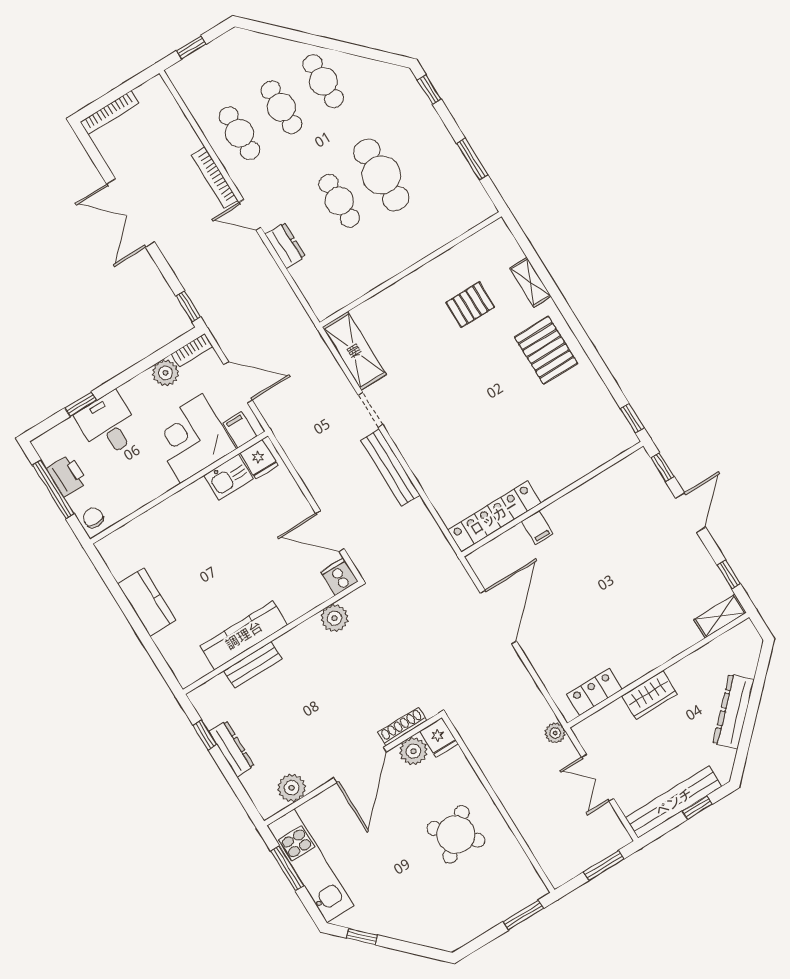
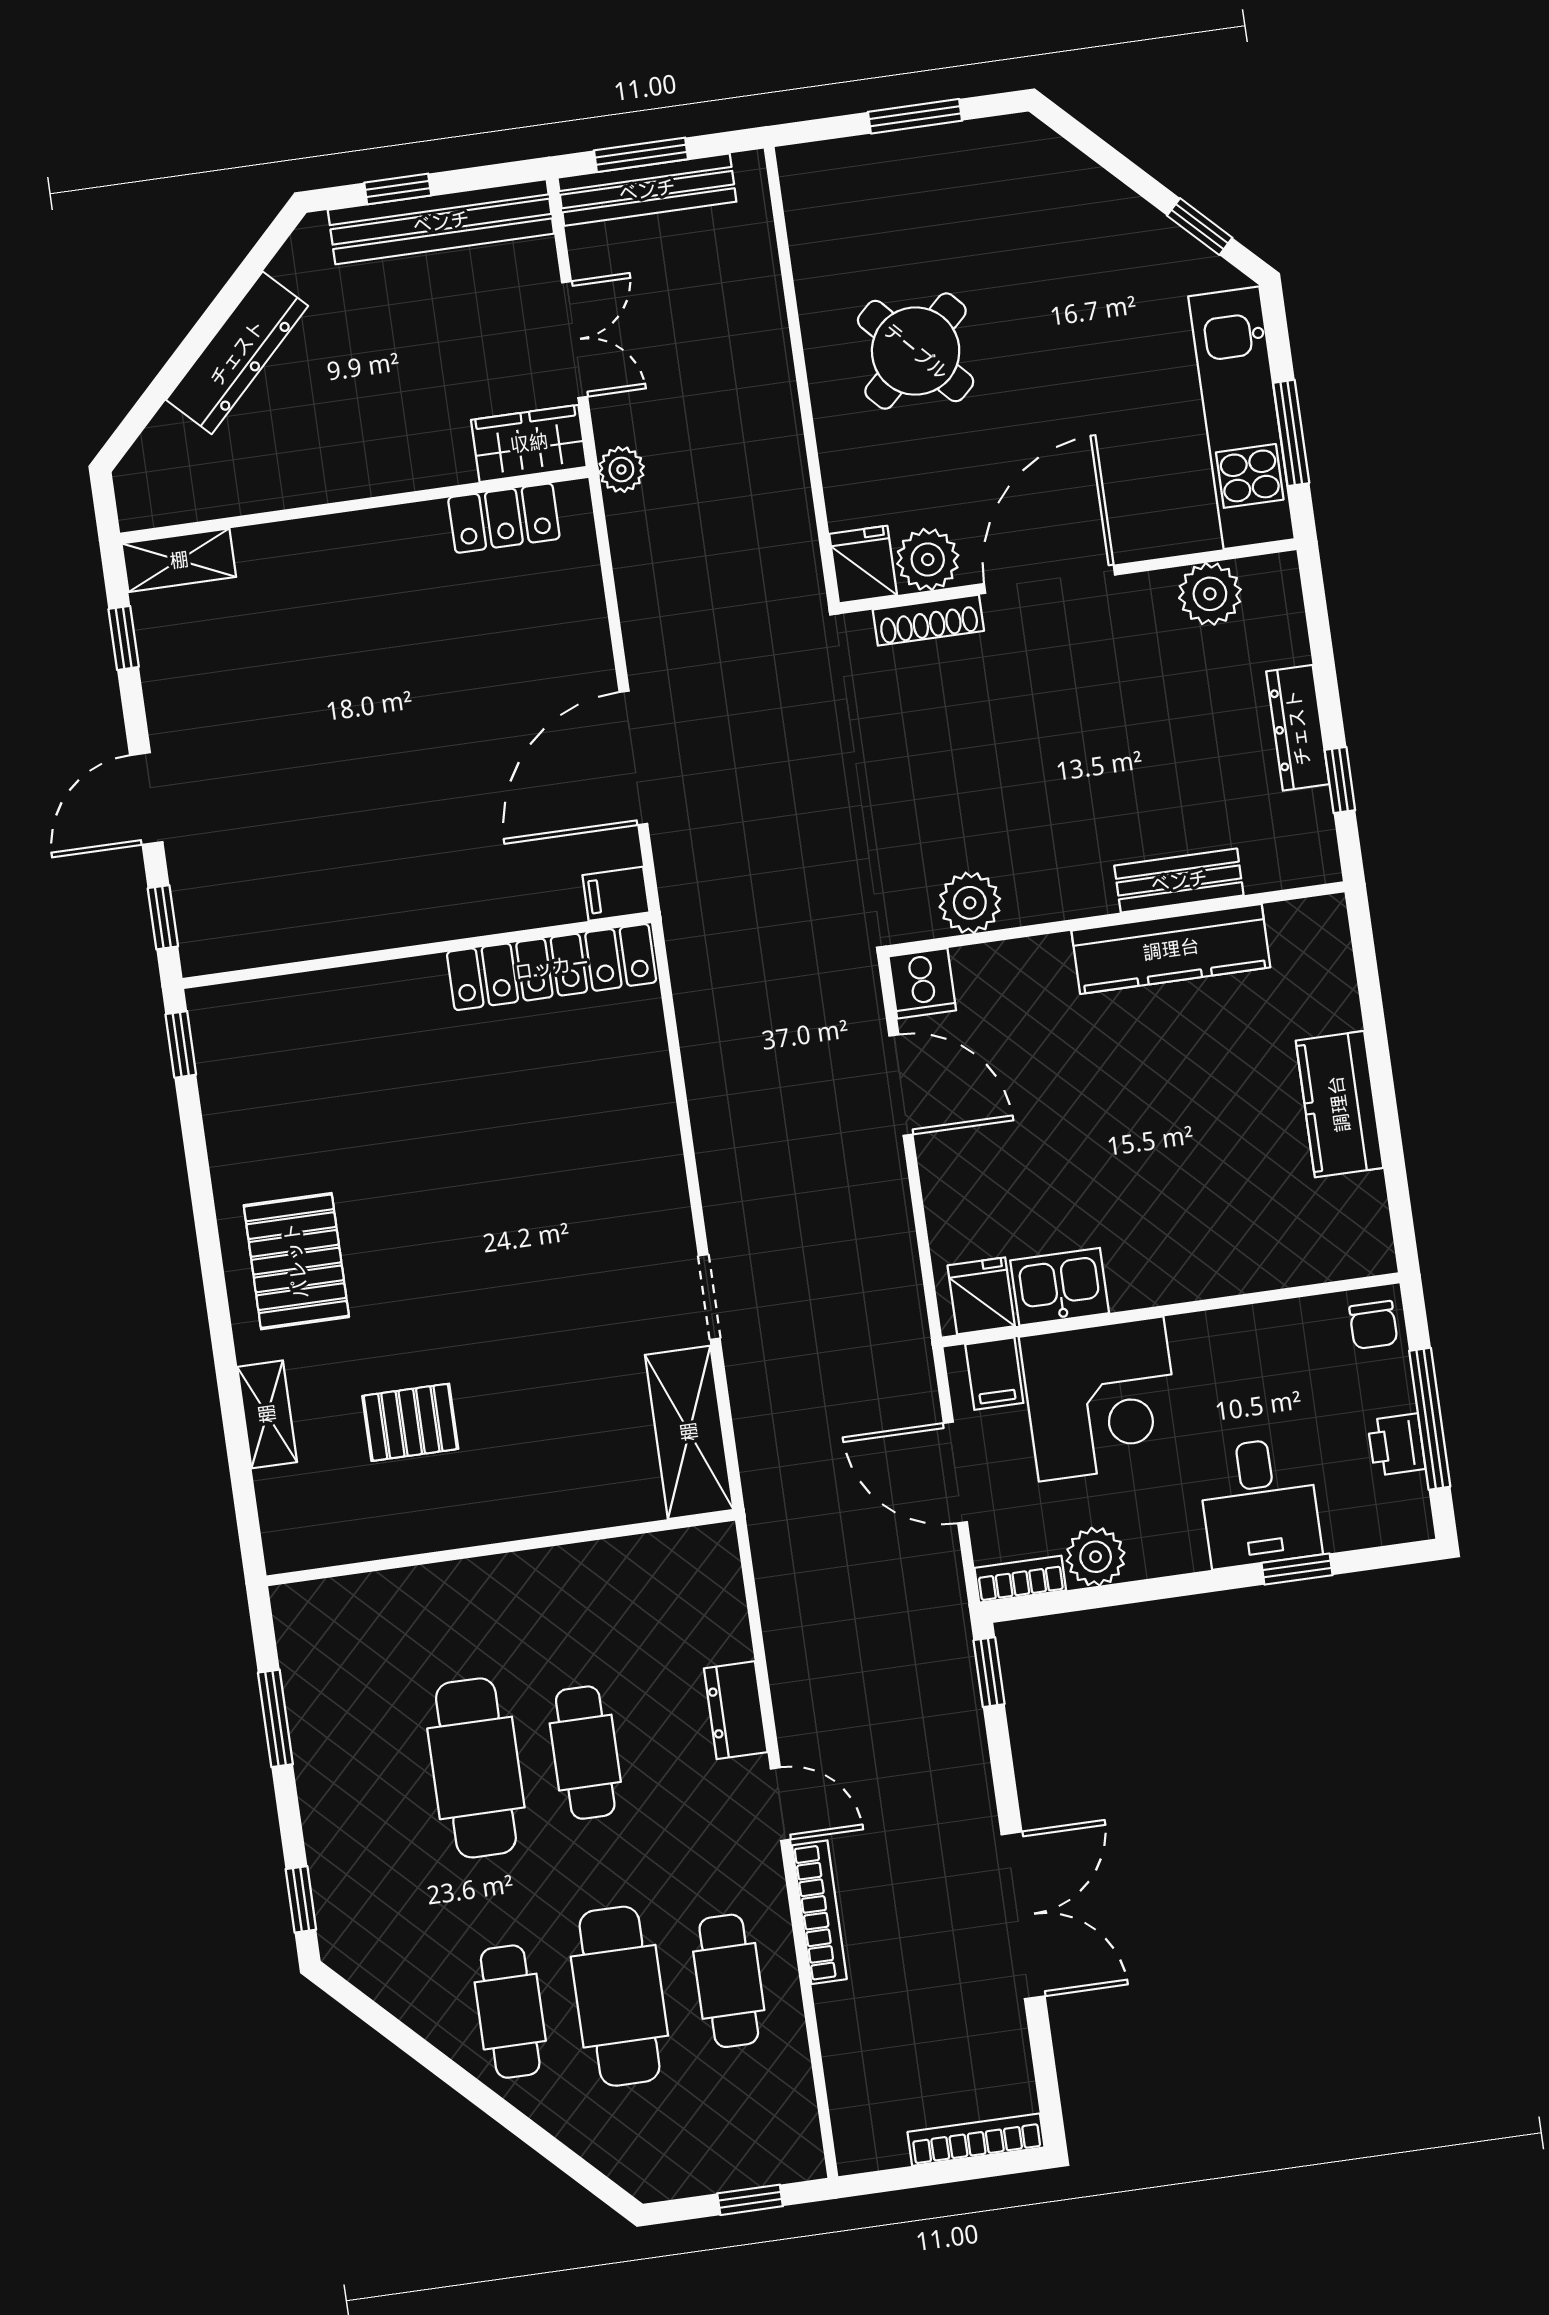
cafe table: (281, 107) -> (619, 1996), width x1.37, depth x1.35
bench: (390, 468) -> (647, 190), moved, turned 90
printer: (67, 475) -> (1396, 1445), width x0.73, depth x0.81
filing cabinet: (537, 528) -> (616, 894), moved, turned -90
wardrobe: (650, 695) -> (529, 443), moved
window: (523, 915) -> (915, 116), moved

